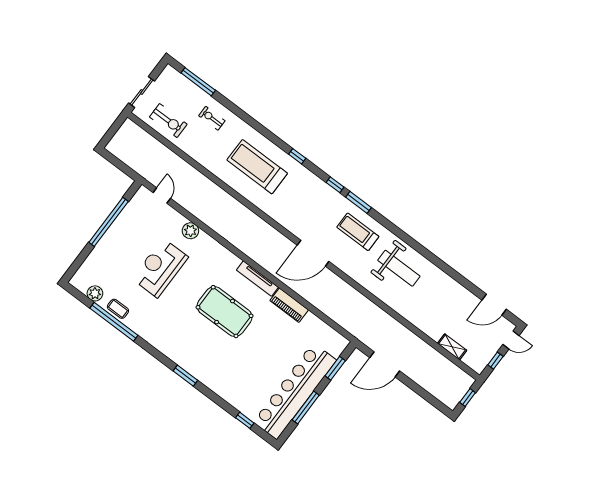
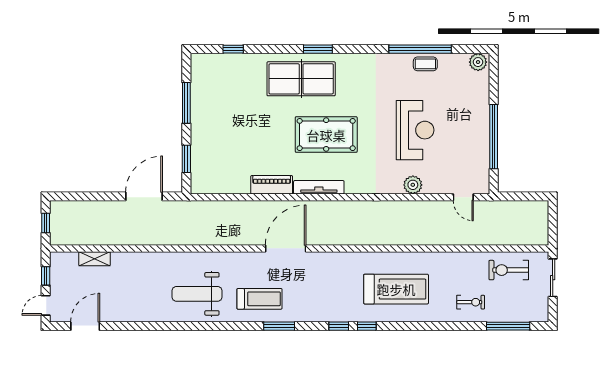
window: (335, 185) -> (339, 326), moved
plant: (95, 293) -> (478, 62), moved
table tennis table: (213, 364) -> (301, 79), added
bar counter: (295, 391) -> (207, 110), removed

